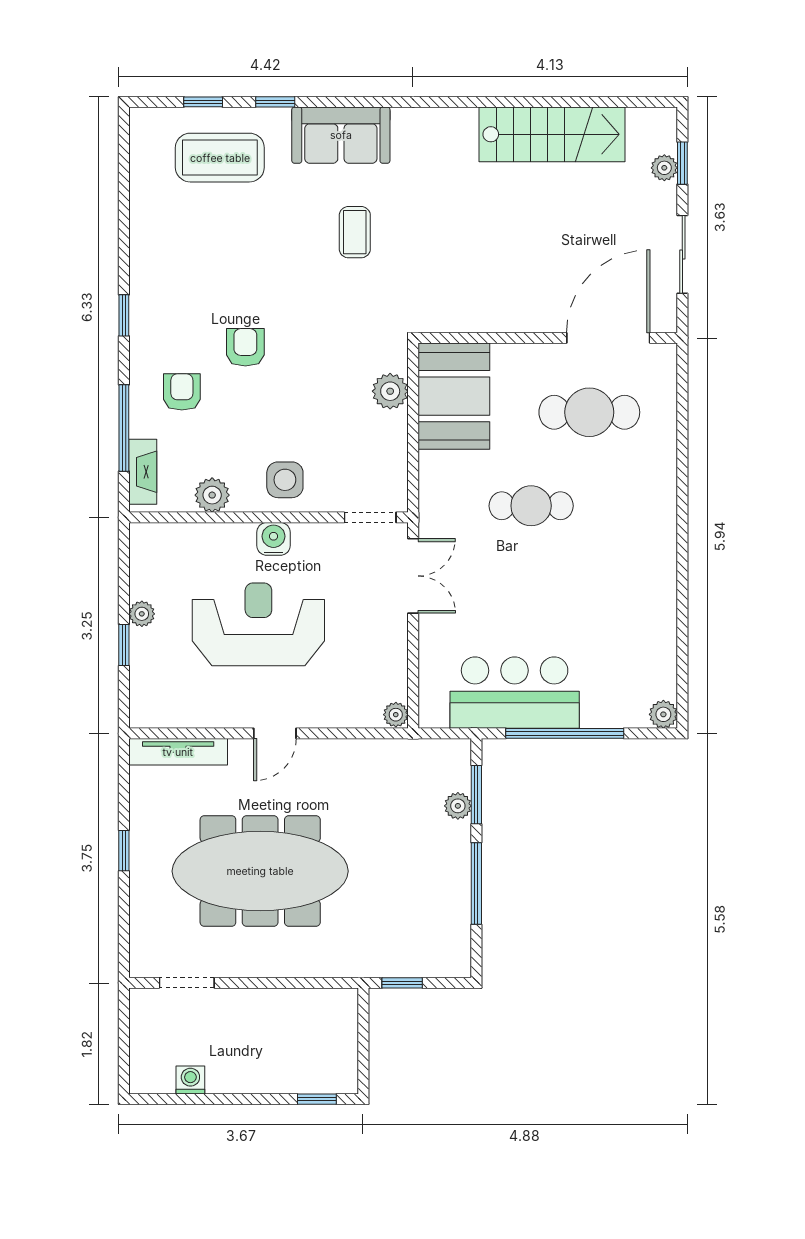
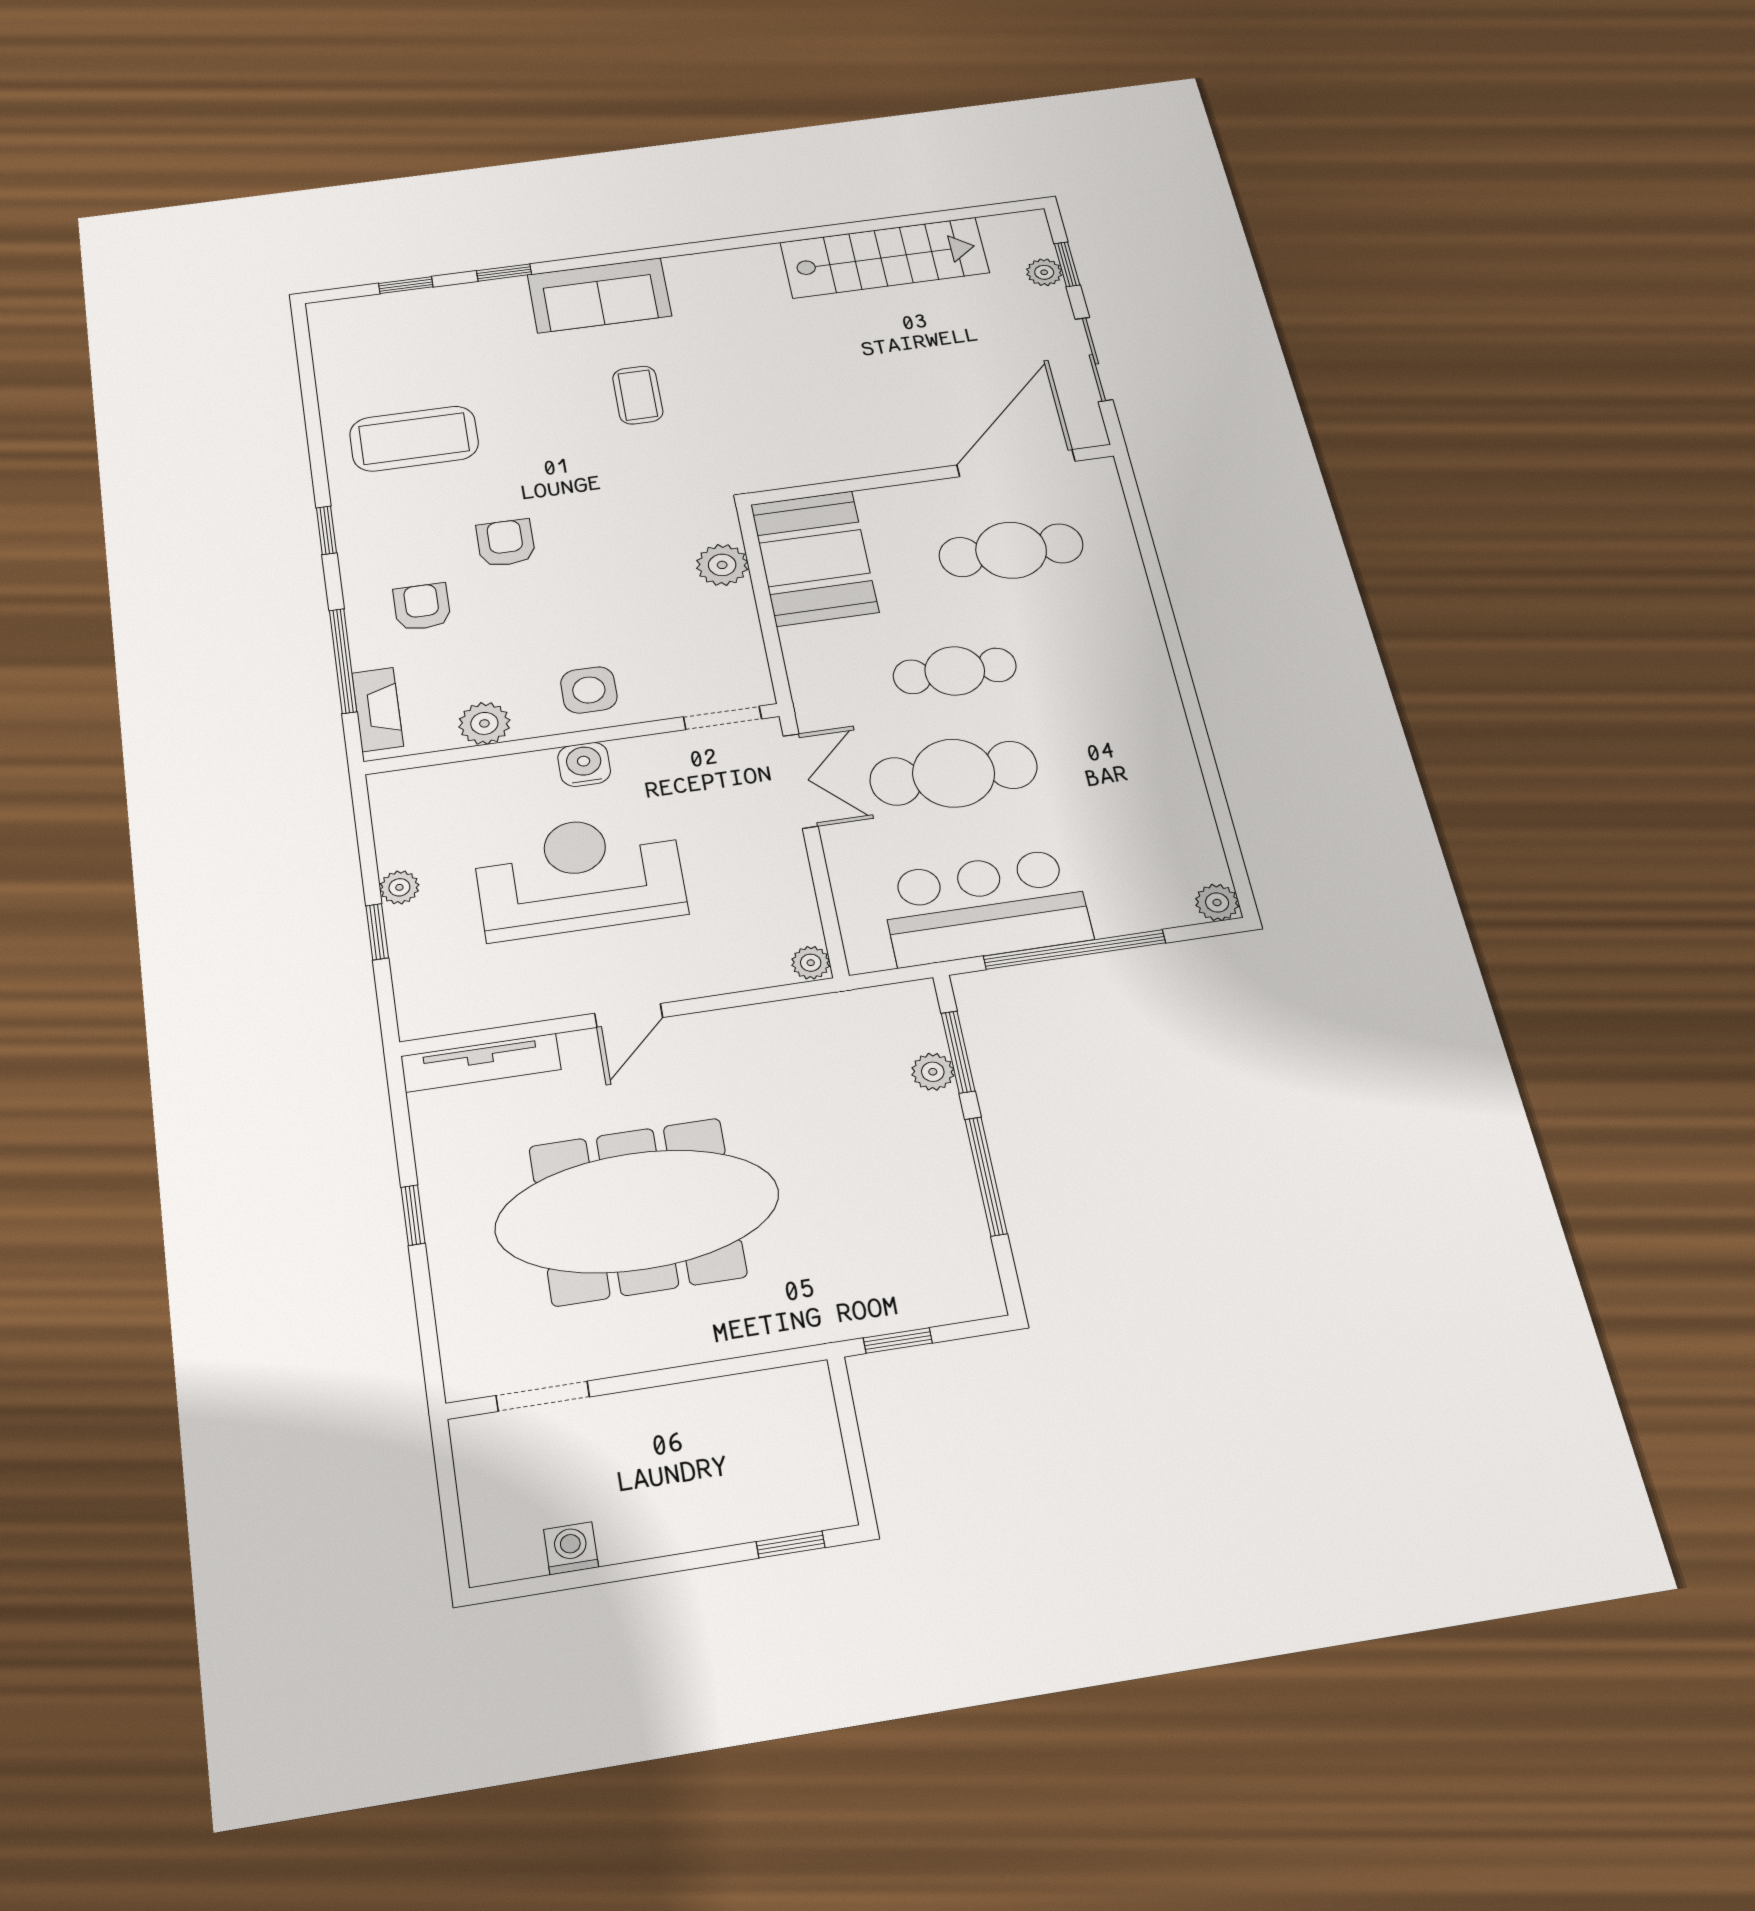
coffee table: (220, 158) -> (414, 439), moved
cafe table: (514, 587) -> (954, 773), added

